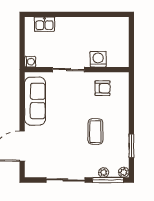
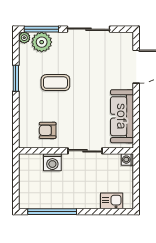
window: (98, 14) -> (52, 212), added
coffee table: (95, 132) -> (55, 83), turned 90
window: (131, 146) -> (16, 78), moved
plant: (104, 173) -> (42, 42), width x1.88, depth x1.88

